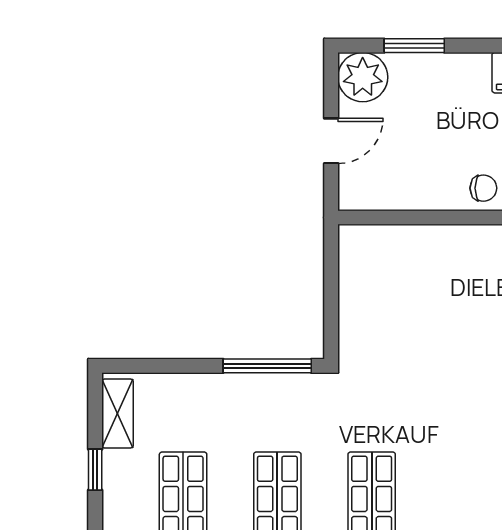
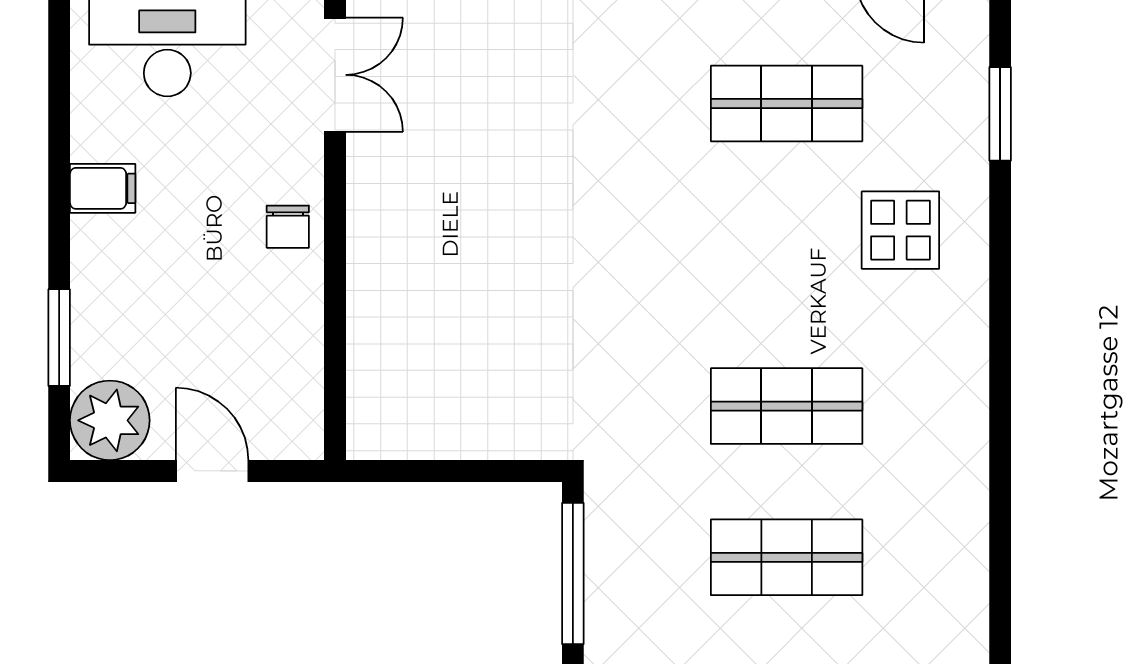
chair: (483, 188) -> (288, 227), turned 180

